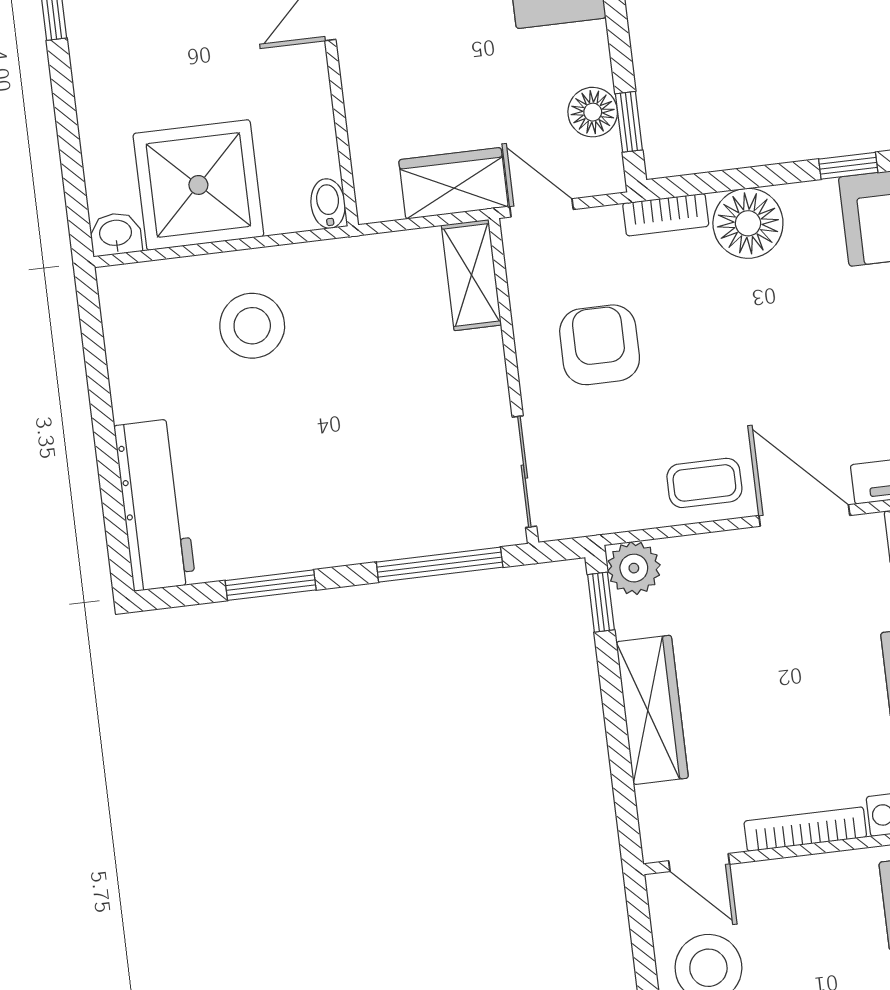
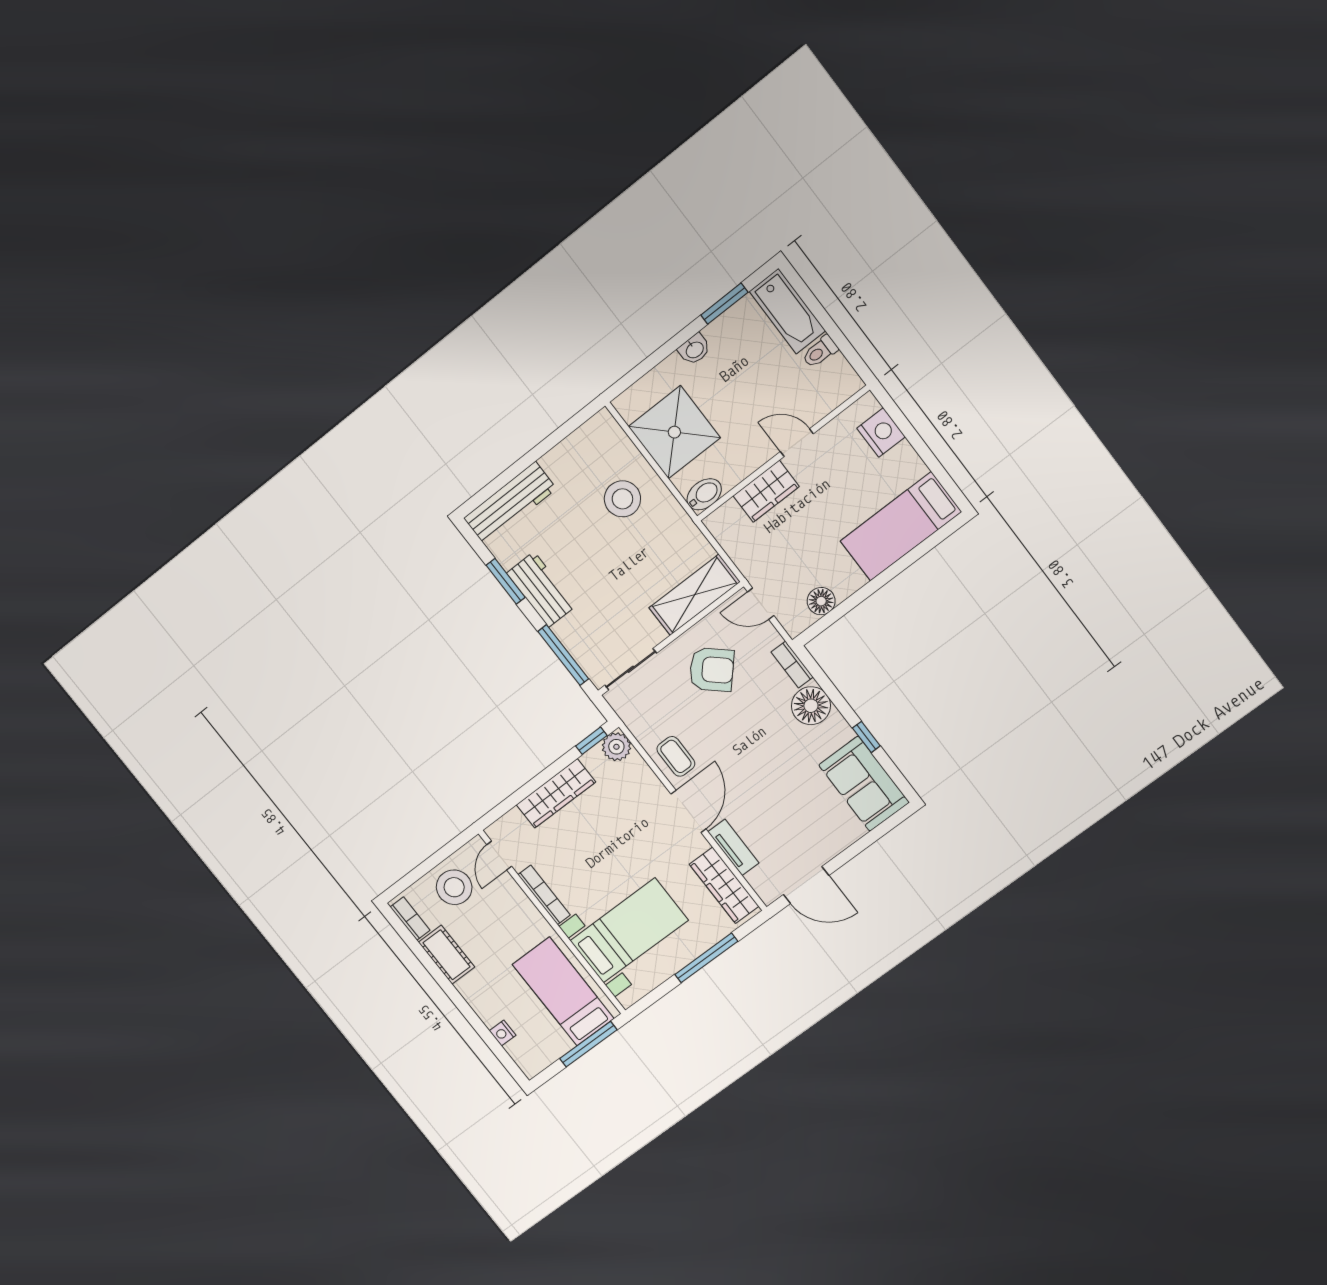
window: (629, 122) -> (827, 621), removed
wardrobe: (453, 183) -> (766, 491), moved, turned 90
bidet: (328, 204) -> (704, 494), width x1.38, depth x1.36
door: (542, 208) -> (761, 604), swing flipped
washbasin: (116, 234) -> (694, 349), moved, turned 90
shelving: (471, 275) -> (694, 595), width x1.50, depth x1.33
armchair: (600, 345) -> (712, 669), turned 42
workbench: (317, 537) -> (541, 589), added

